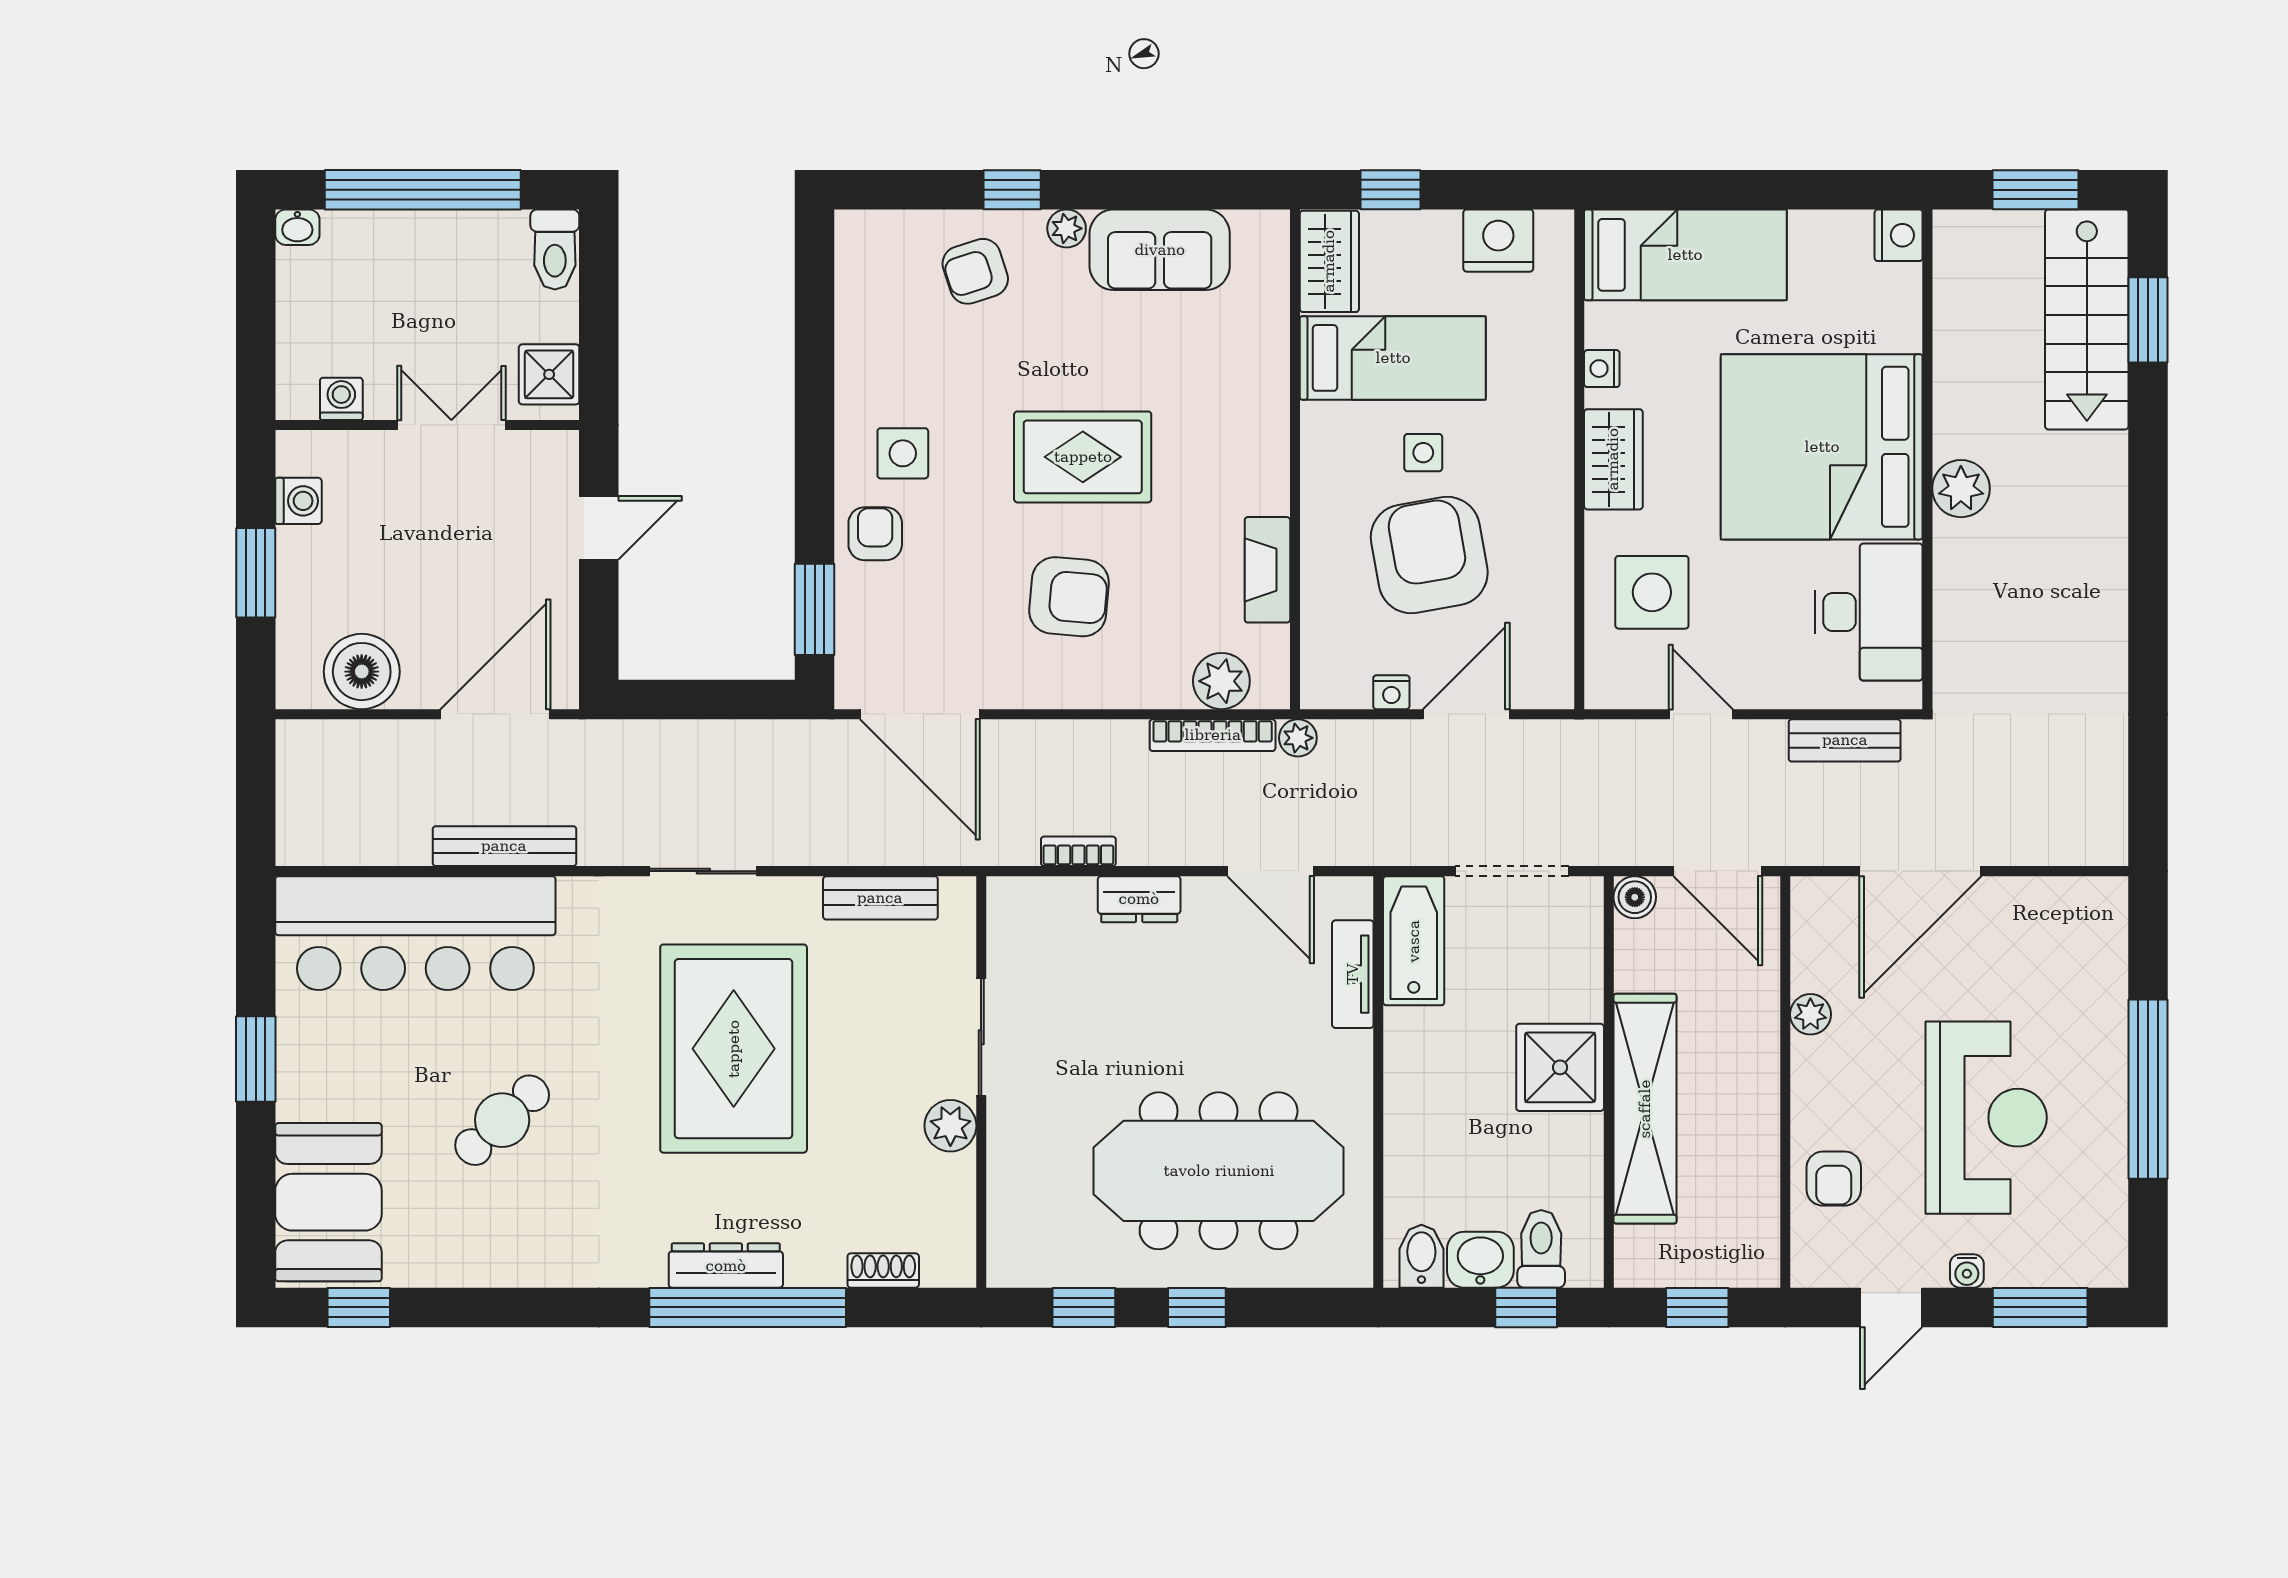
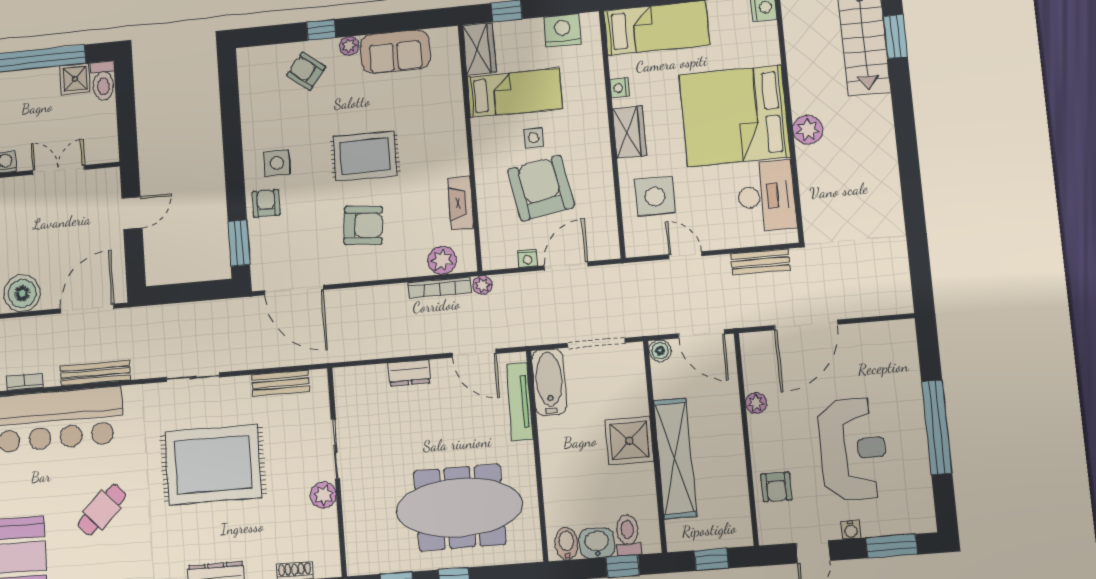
armchair: (975, 271) -> (306, 71), turned 56
shower: (549, 374) -> (75, 79), moved
bookcase: (1078, 851) -> (25, 382), moved
tv unit: (1353, 974) -> (520, 402), width x1.41
rug: (734, 1049) -> (213, 465), turned 90

